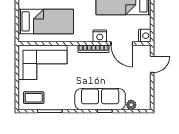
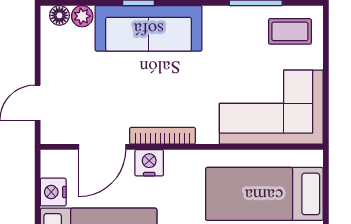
nightstand: (145, 36) -> (53, 192), moved
door: (122, 44) -> (102, 147), swing flipped
floor lamp: (142, 105) -> (59, 15), added

